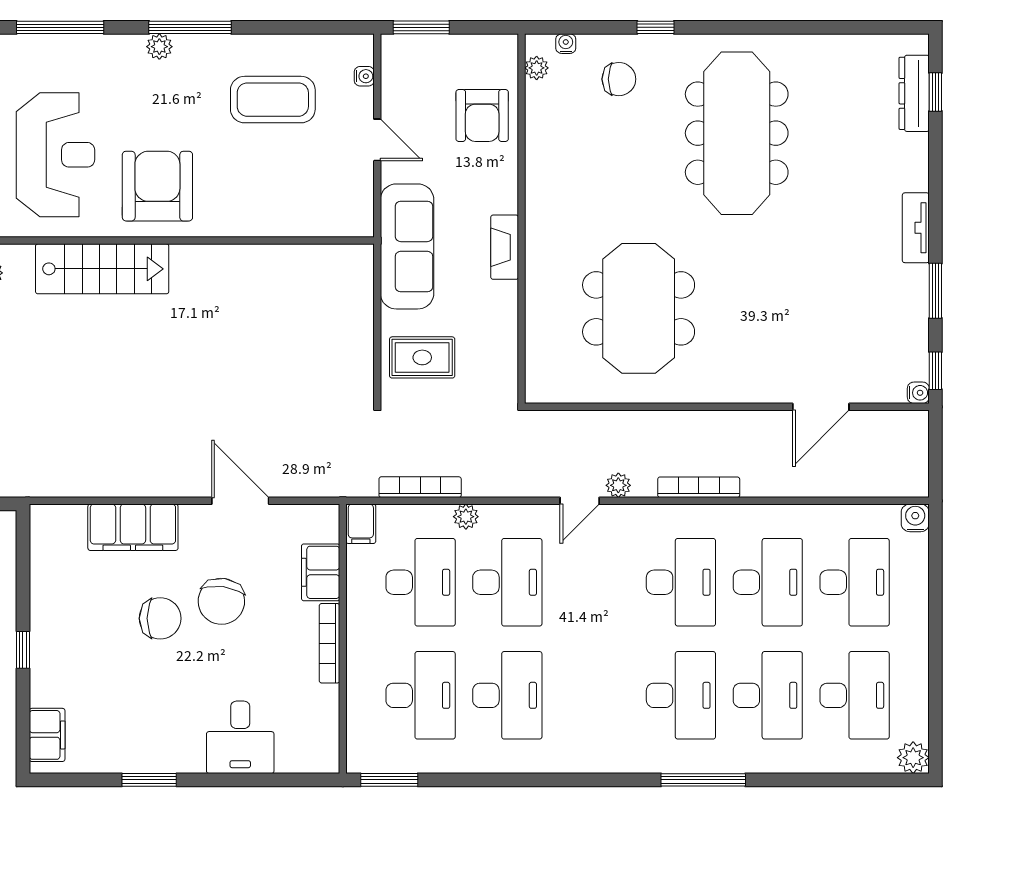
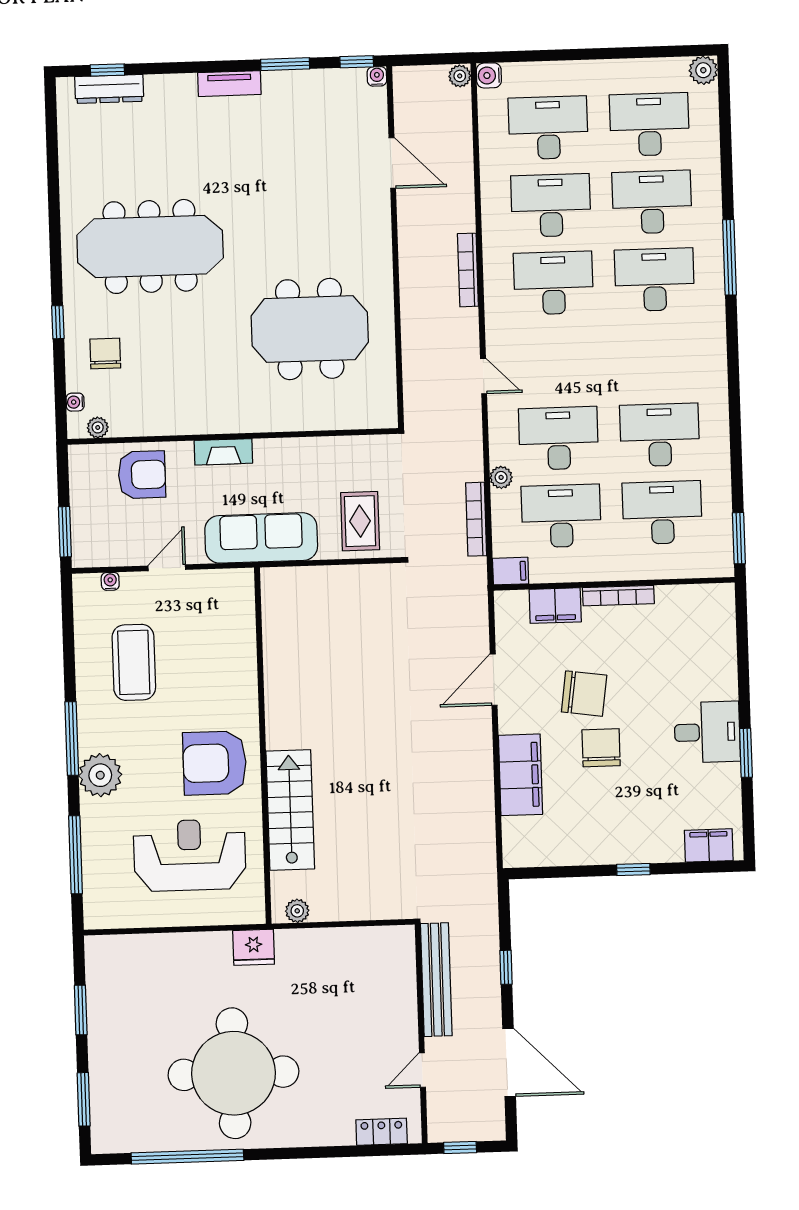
plant: (159, 47) -> (100, 775), width x1.88, depth x1.88
fireplace: (505, 247) -> (223, 452), moved
plant: (618, 485) -> (460, 76), moved
desk: (240, 737) -> (707, 732), moved

